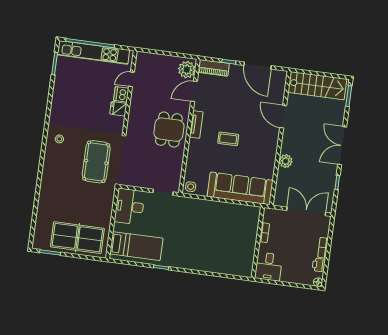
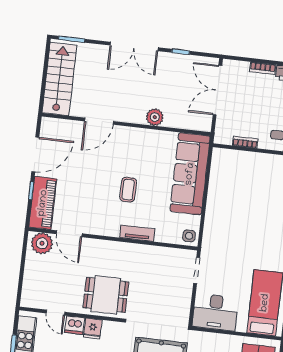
piano: (214, 68) -> (43, 203), width x1.37, depth x1.33
tv unit: (196, 124) -> (137, 233), moved
dining table: (169, 130) -> (106, 295), moved

